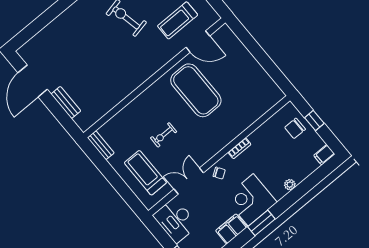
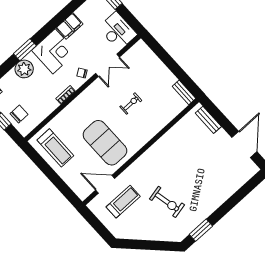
bench: (66, 102) -> (208, 120), moved
treadmill: (145, 173) -> (55, 148), moved
plant: (290, 185) -> (24, 69), width x1.88, depth x1.88
window: (261, 223) -> (25, 50), moved

